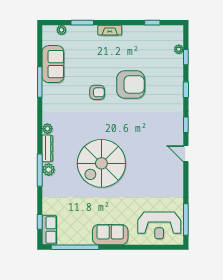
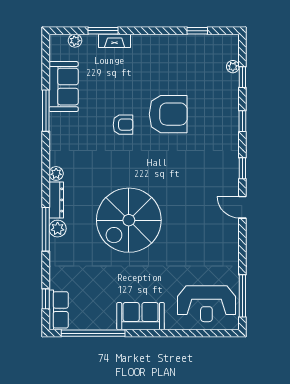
fireplace: (110, 30) -> (115, 41), moved

